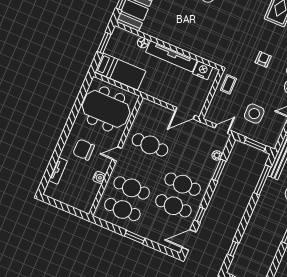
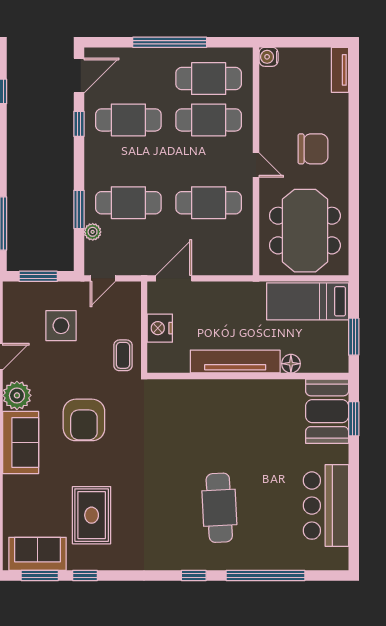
armchair: (263, 59) -> (84, 420), width x1.88, depth x1.88
nightstand: (203, 70) -> (160, 328), moved, turned 90
meeting table: (106, 109) -> (305, 231), turned 90
door: (117, 154) -> (256, 165), hinge flipped
tv unit: (58, 171) -> (340, 70), moved
water cooler: (99, 177) -> (269, 57), moved
cafe table: (183, 184) -> (128, 203), moved
window: (135, 237) -> (170, 42), width x2.11

